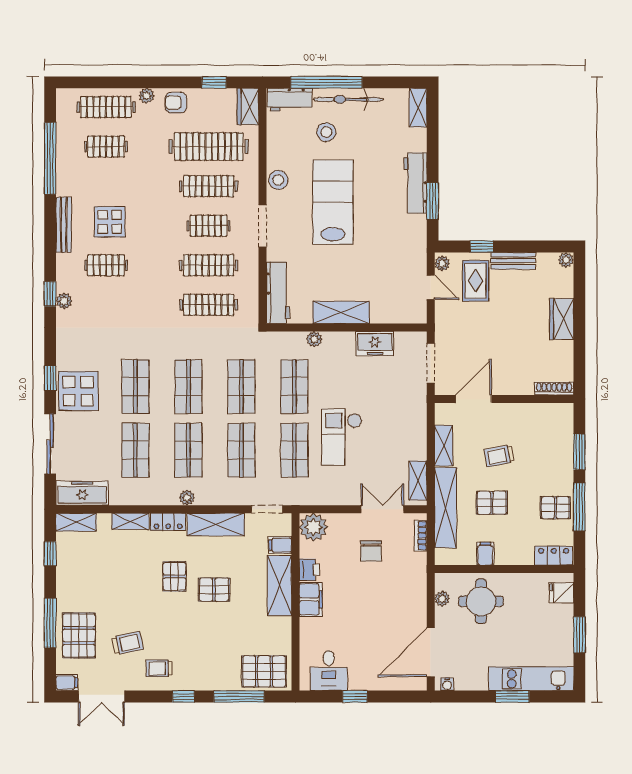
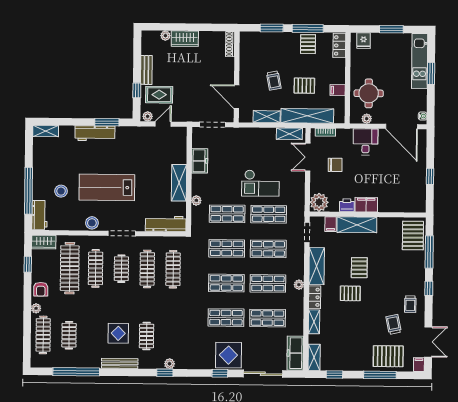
bicycle: (348, 99) -> (40, 177), removed
plant: (566, 260) -> (165, 36), moved
pallet: (492, 503) -> (304, 86), turned 90
desk: (329, 671) -> (366, 142), moved, turned -90

